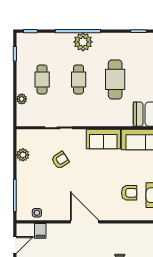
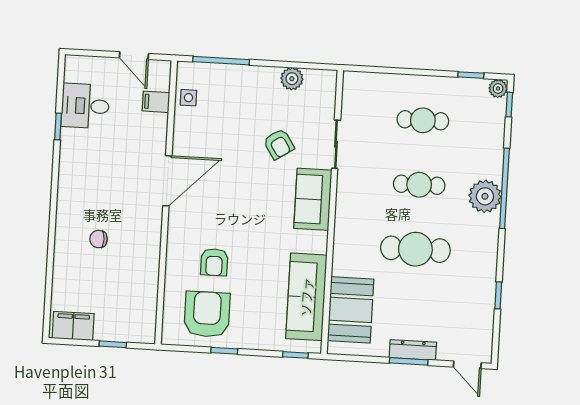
plant: (22, 99) -> (498, 89), moved
sofa: (103, 139) -> (313, 199), moved

